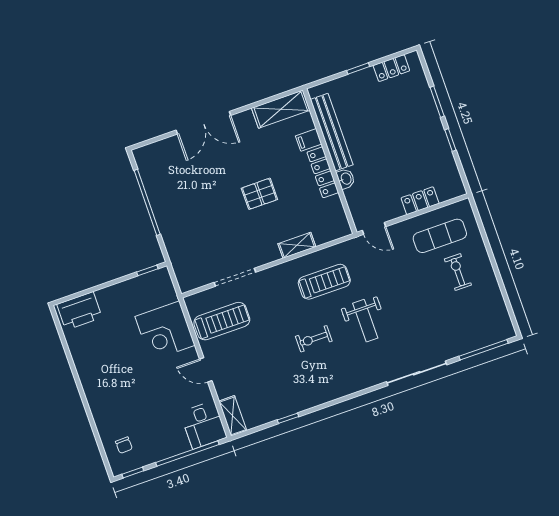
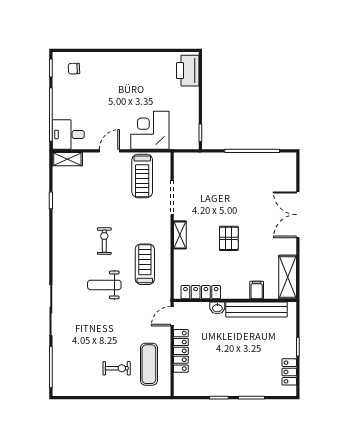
locker: (323, 172) -> (201, 292), moved
locker: (420, 201) -> (181, 351), width x1.53
shelving: (297, 245) -> (180, 235), moved
treadmill: (324, 282) -> (145, 264), turned 180

